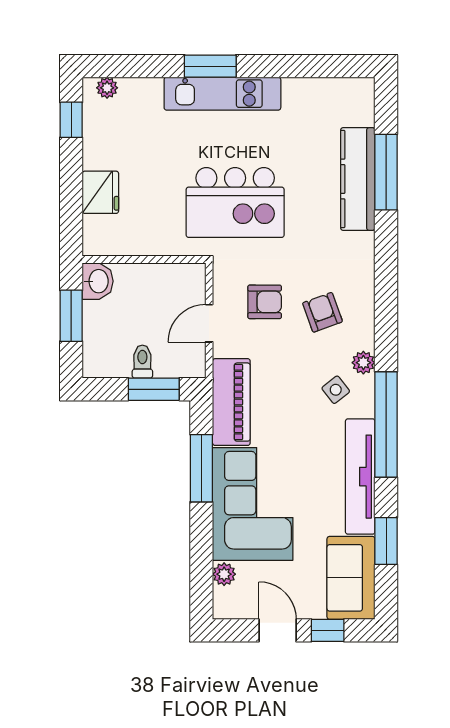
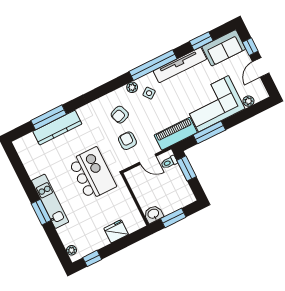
toilet: (142, 362) -> (169, 162), moved

